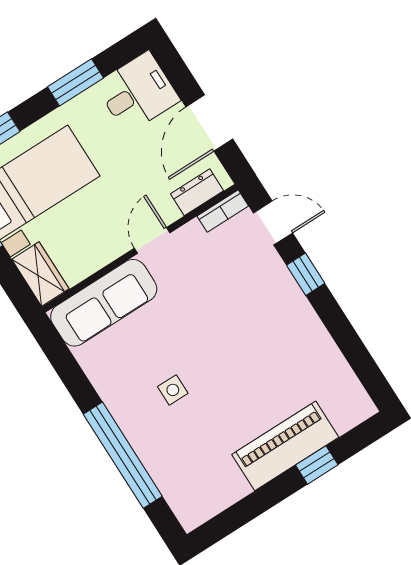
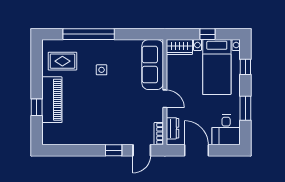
rug: (202, 472) -> (62, 61), added

